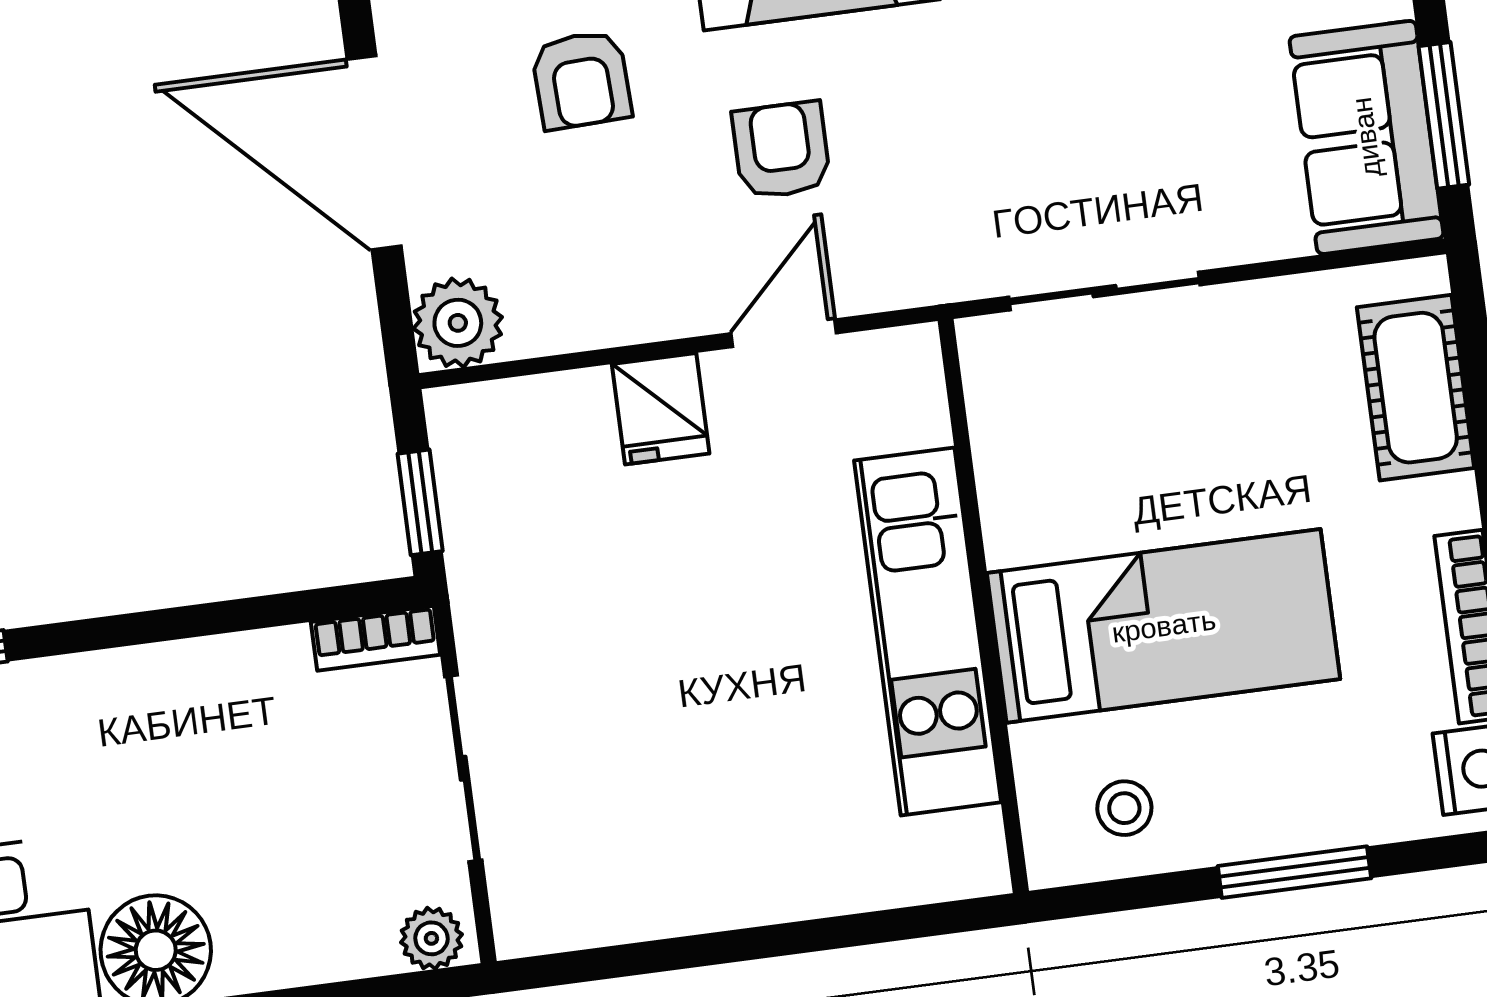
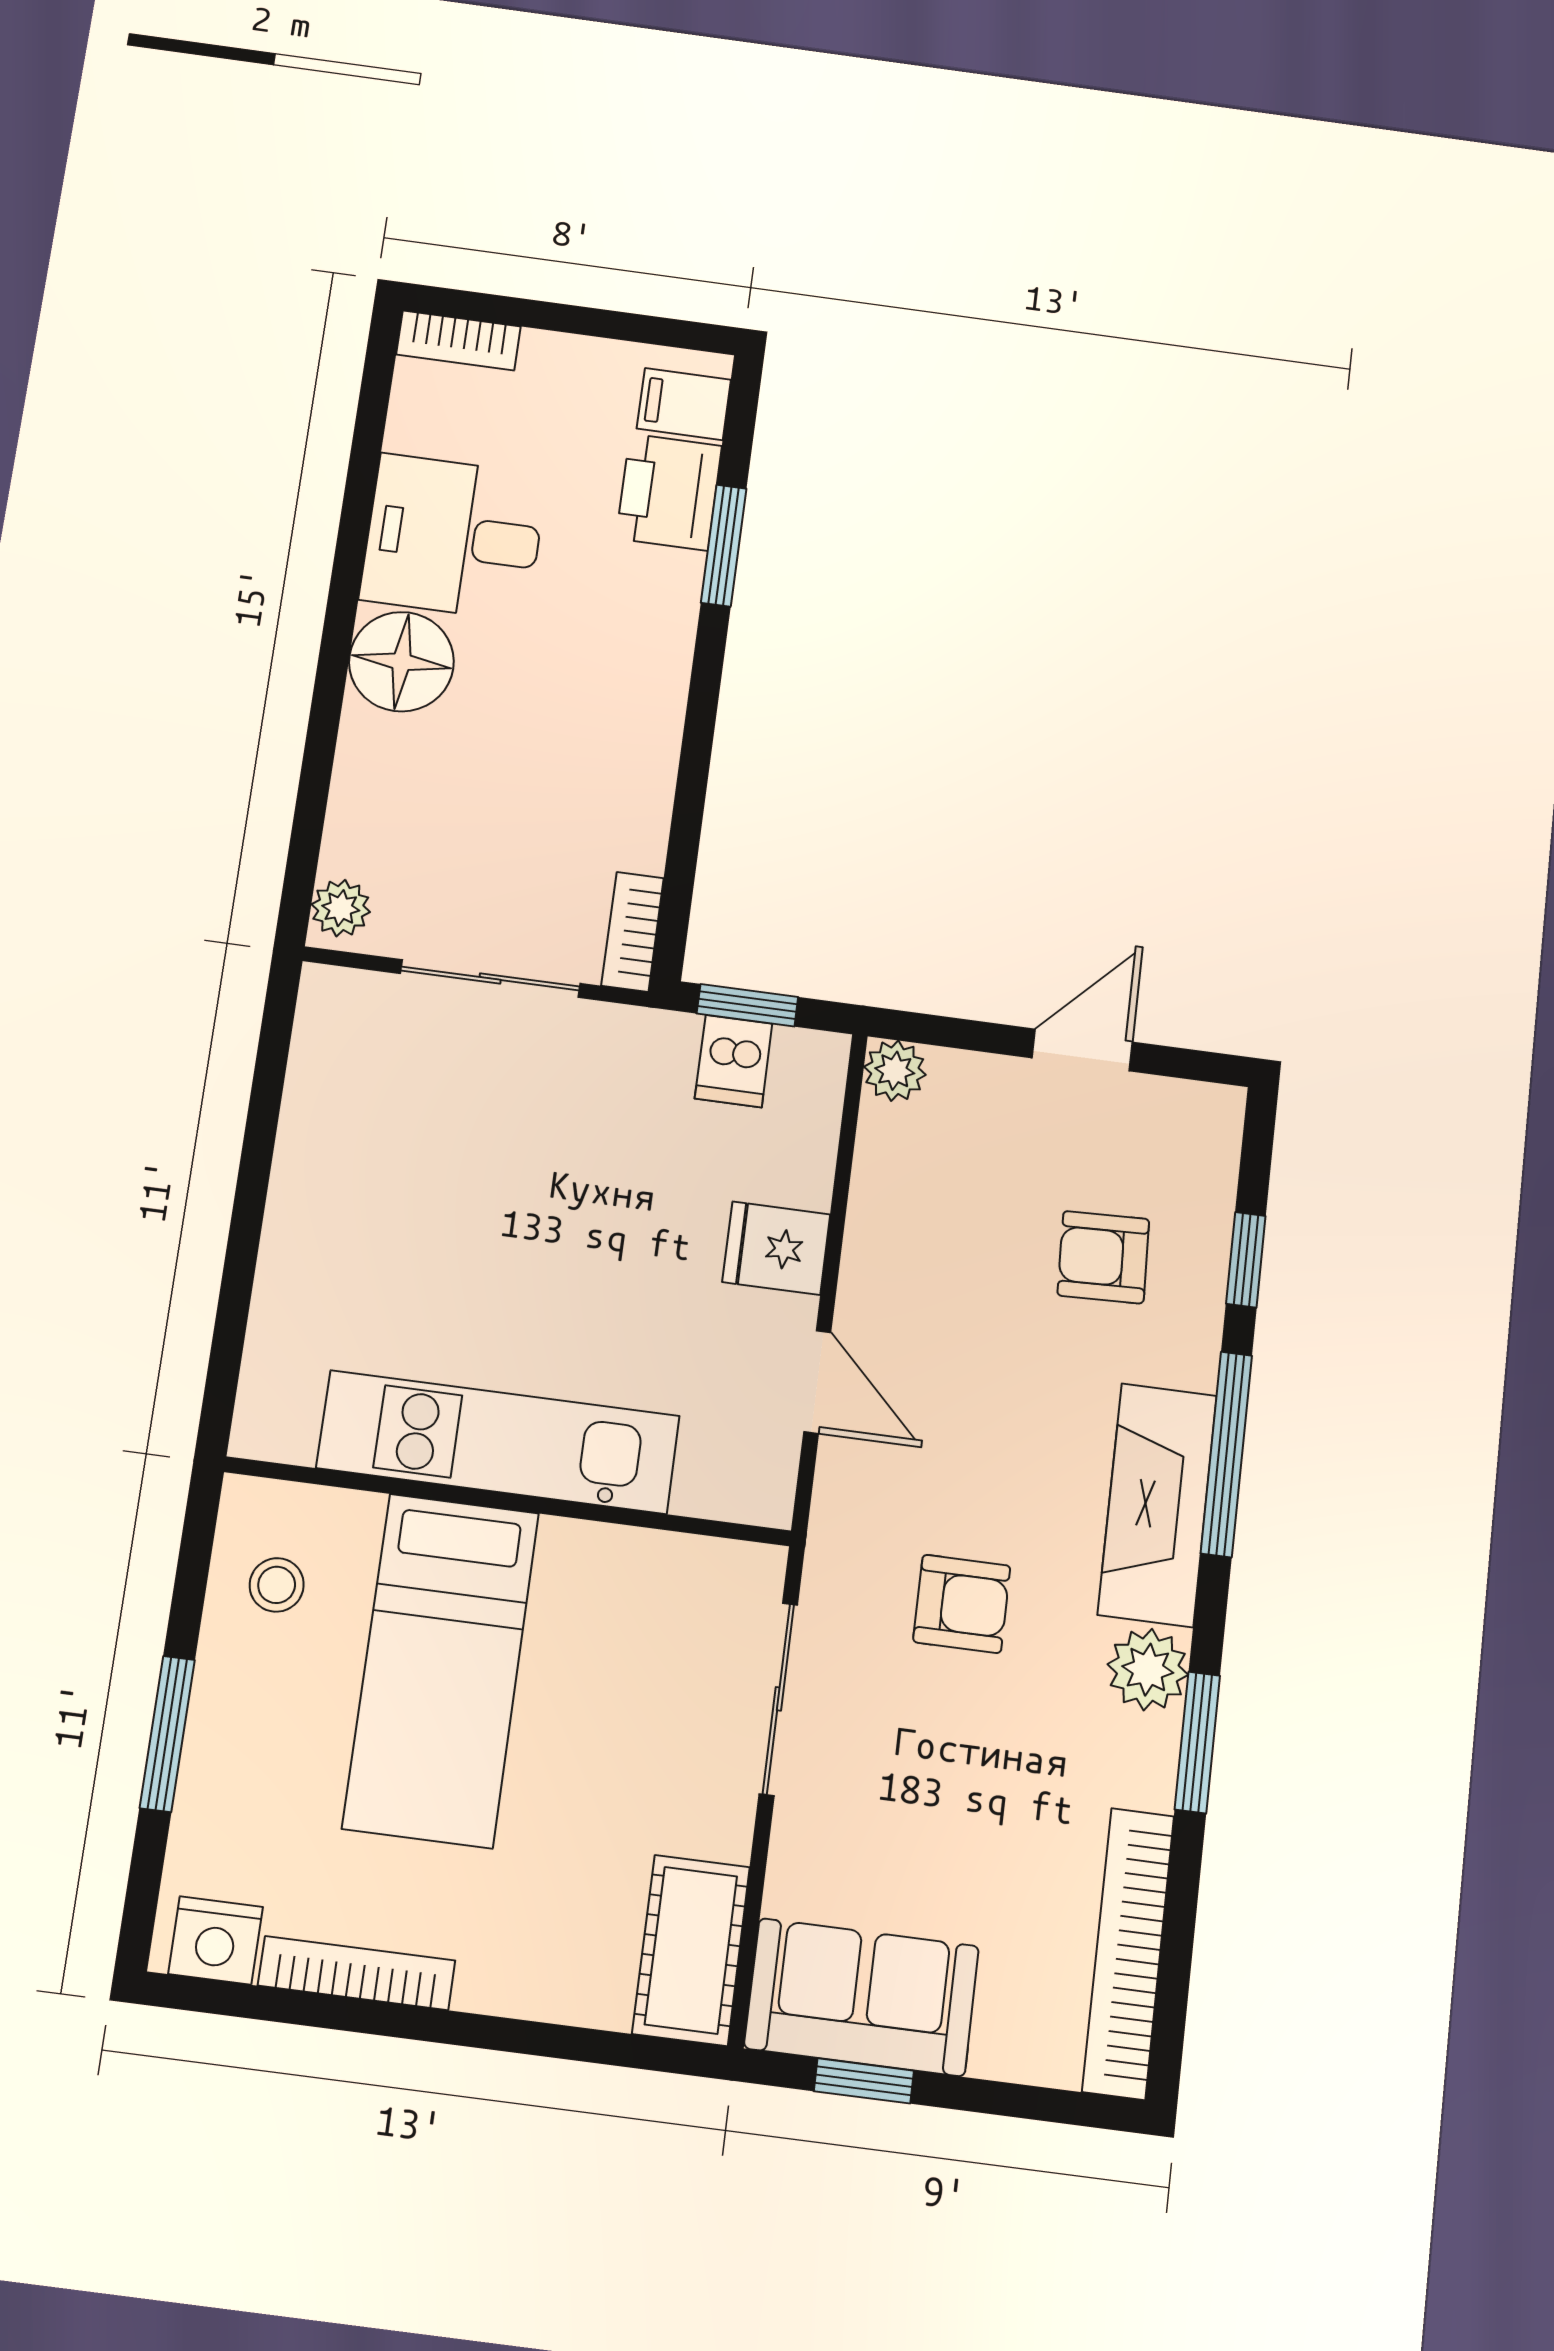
window: (1444, 115) -> (864, 2081), width x0.67
armchair: (781, 150) -> (962, 1604), moved
door: (374, 153) -> (1082, 1050), width x0.53
plant: (458, 323) -> (895, 1071), width x0.73, depth x0.73
cot: (1416, 388) -> (691, 1950), moved, turned 90
dishwasher: (481, 501) -> (734, 1061), added

